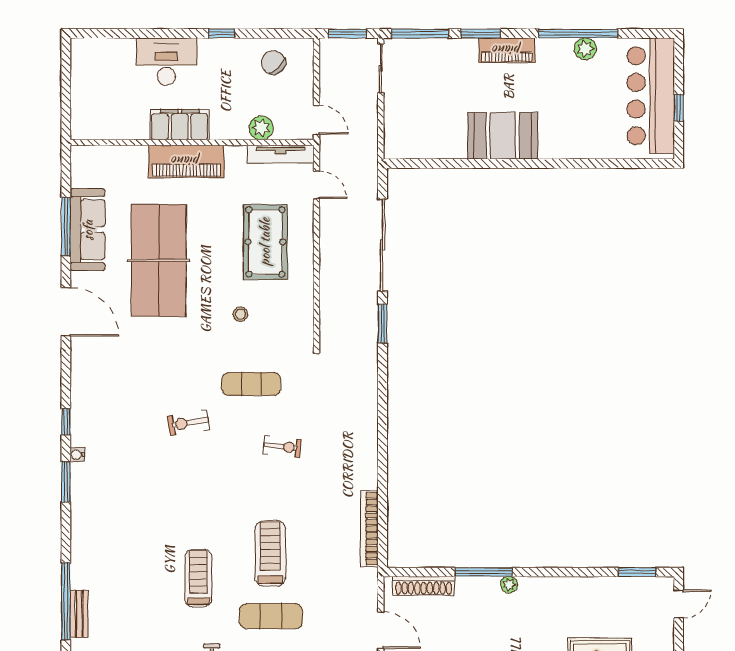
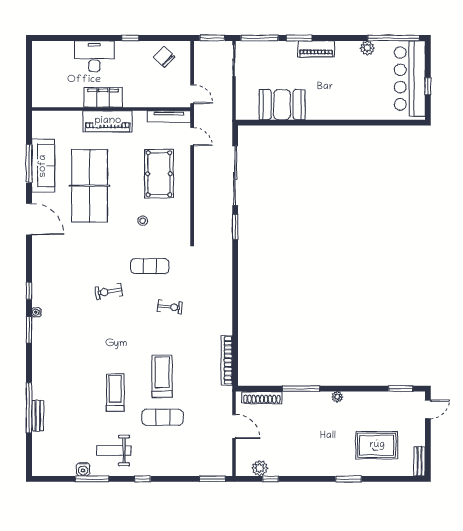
window: (578, 33) -> (394, 38), moved
plant: (261, 128) -> (156, 99), removed
booth: (503, 136) -> (282, 105), moved
plant: (509, 585) -> (337, 397), moved

